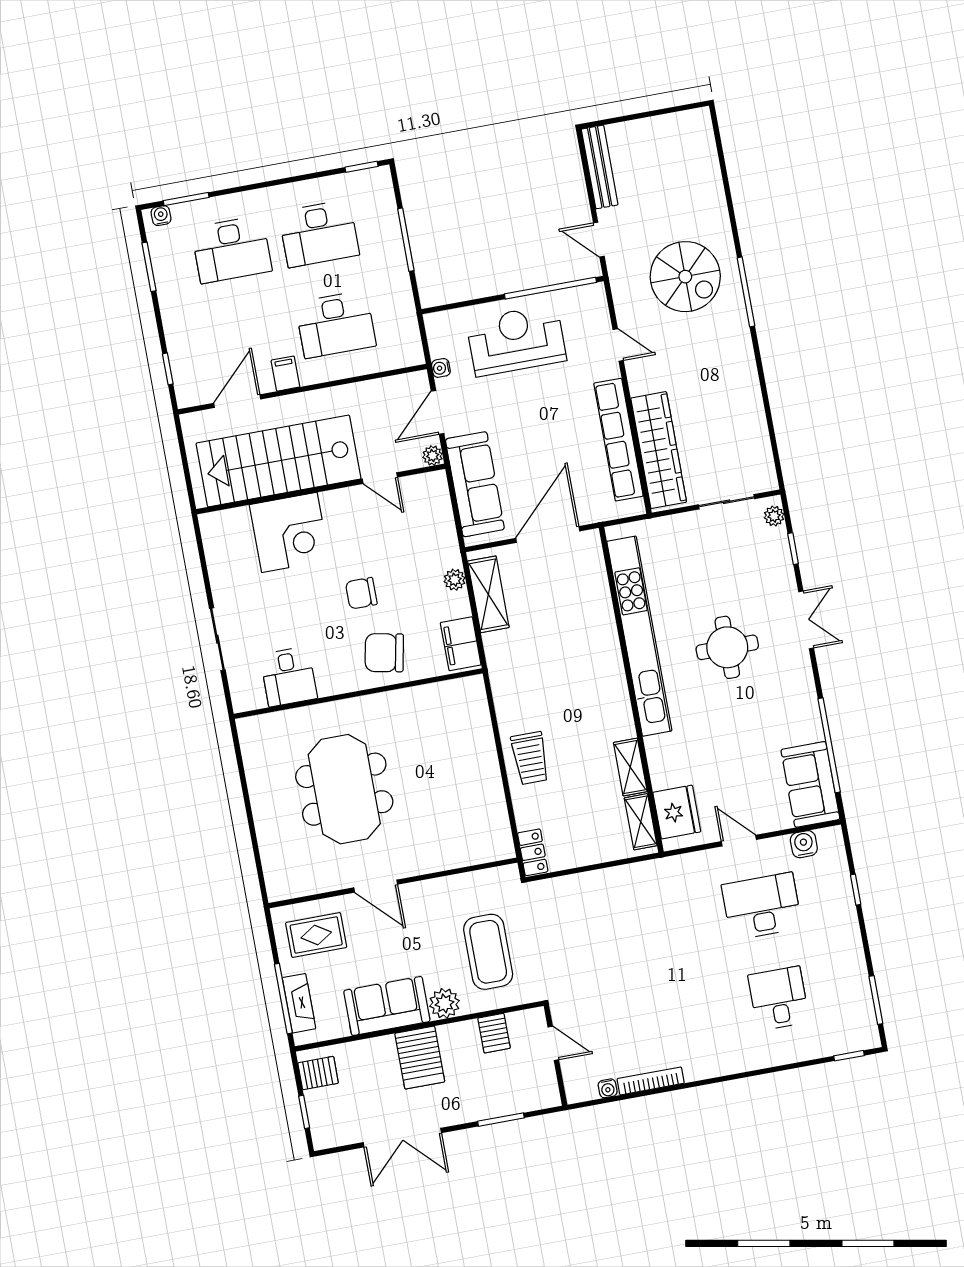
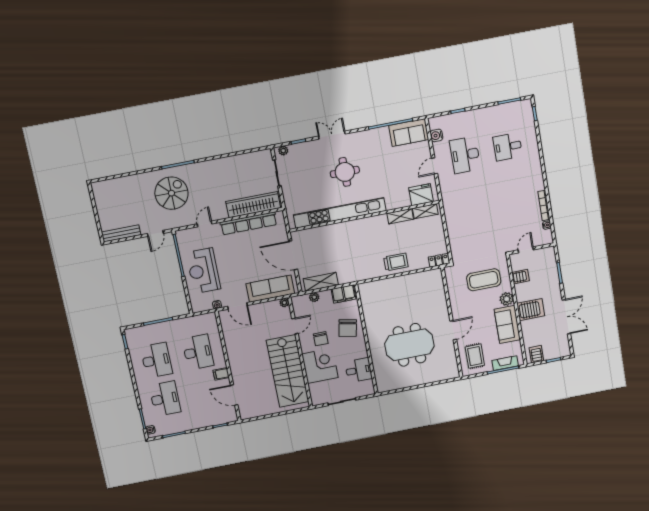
plant: (433, 456) -> (284, 303), moved
stairs: (279, 461) -> (288, 371), moved
door: (380, 478) -> (295, 326), moved
wall: (321, 489) -> (300, 352), moved
corner desk: (289, 532) -> (320, 366), moved

